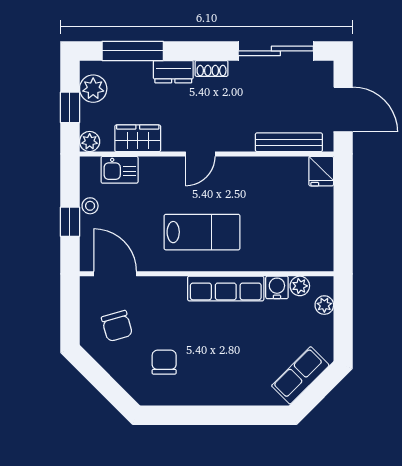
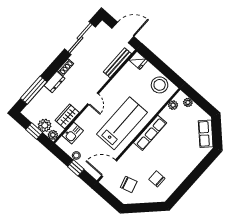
plant: (93, 89) -> (45, 125), moved
lab bench: (202, 232) -> (122, 123), width x1.36, depth x1.39
stool: (312, 238) -> (160, 85), added
water cooler: (277, 287) -> (166, 114), removed

